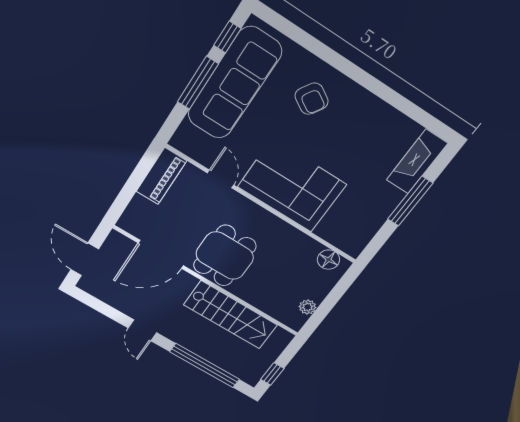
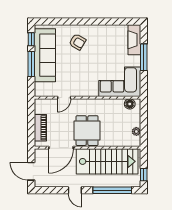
piano: (161, 176) -> (40, 128), moved
door: (221, 179) -> (64, 98), swing flipped
corner sofa: (292, 186) -> (120, 82), moved
stairs: (231, 315) -> (107, 161), width x1.36, depth x1.51

